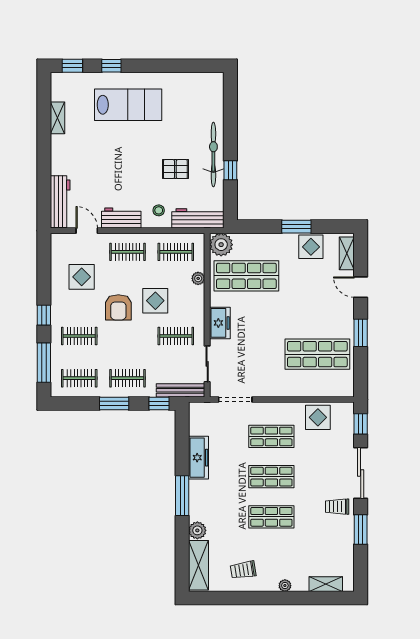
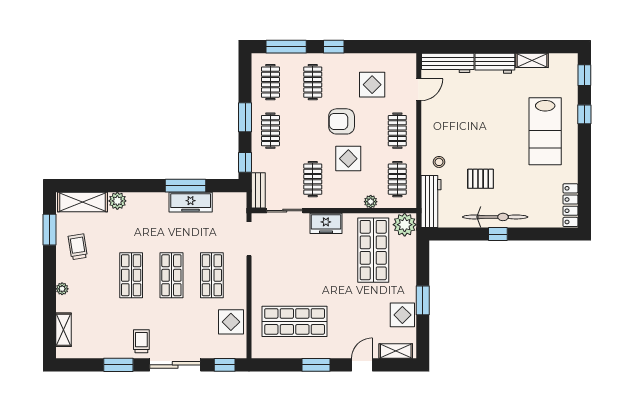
locker: (202, 80) -> (570, 205), added
pallet: (175, 169) -> (481, 179), turned 90
window: (230, 170) -> (498, 234), moved
workbench: (121, 218) -> (495, 63), moved, turned 90
shop shelf: (317, 354) -> (295, 321), turned 90
bench: (181, 390) -> (258, 190), width x0.73
window: (182, 496) -> (186, 186), moved
window: (226, 598) -> (50, 230), added

